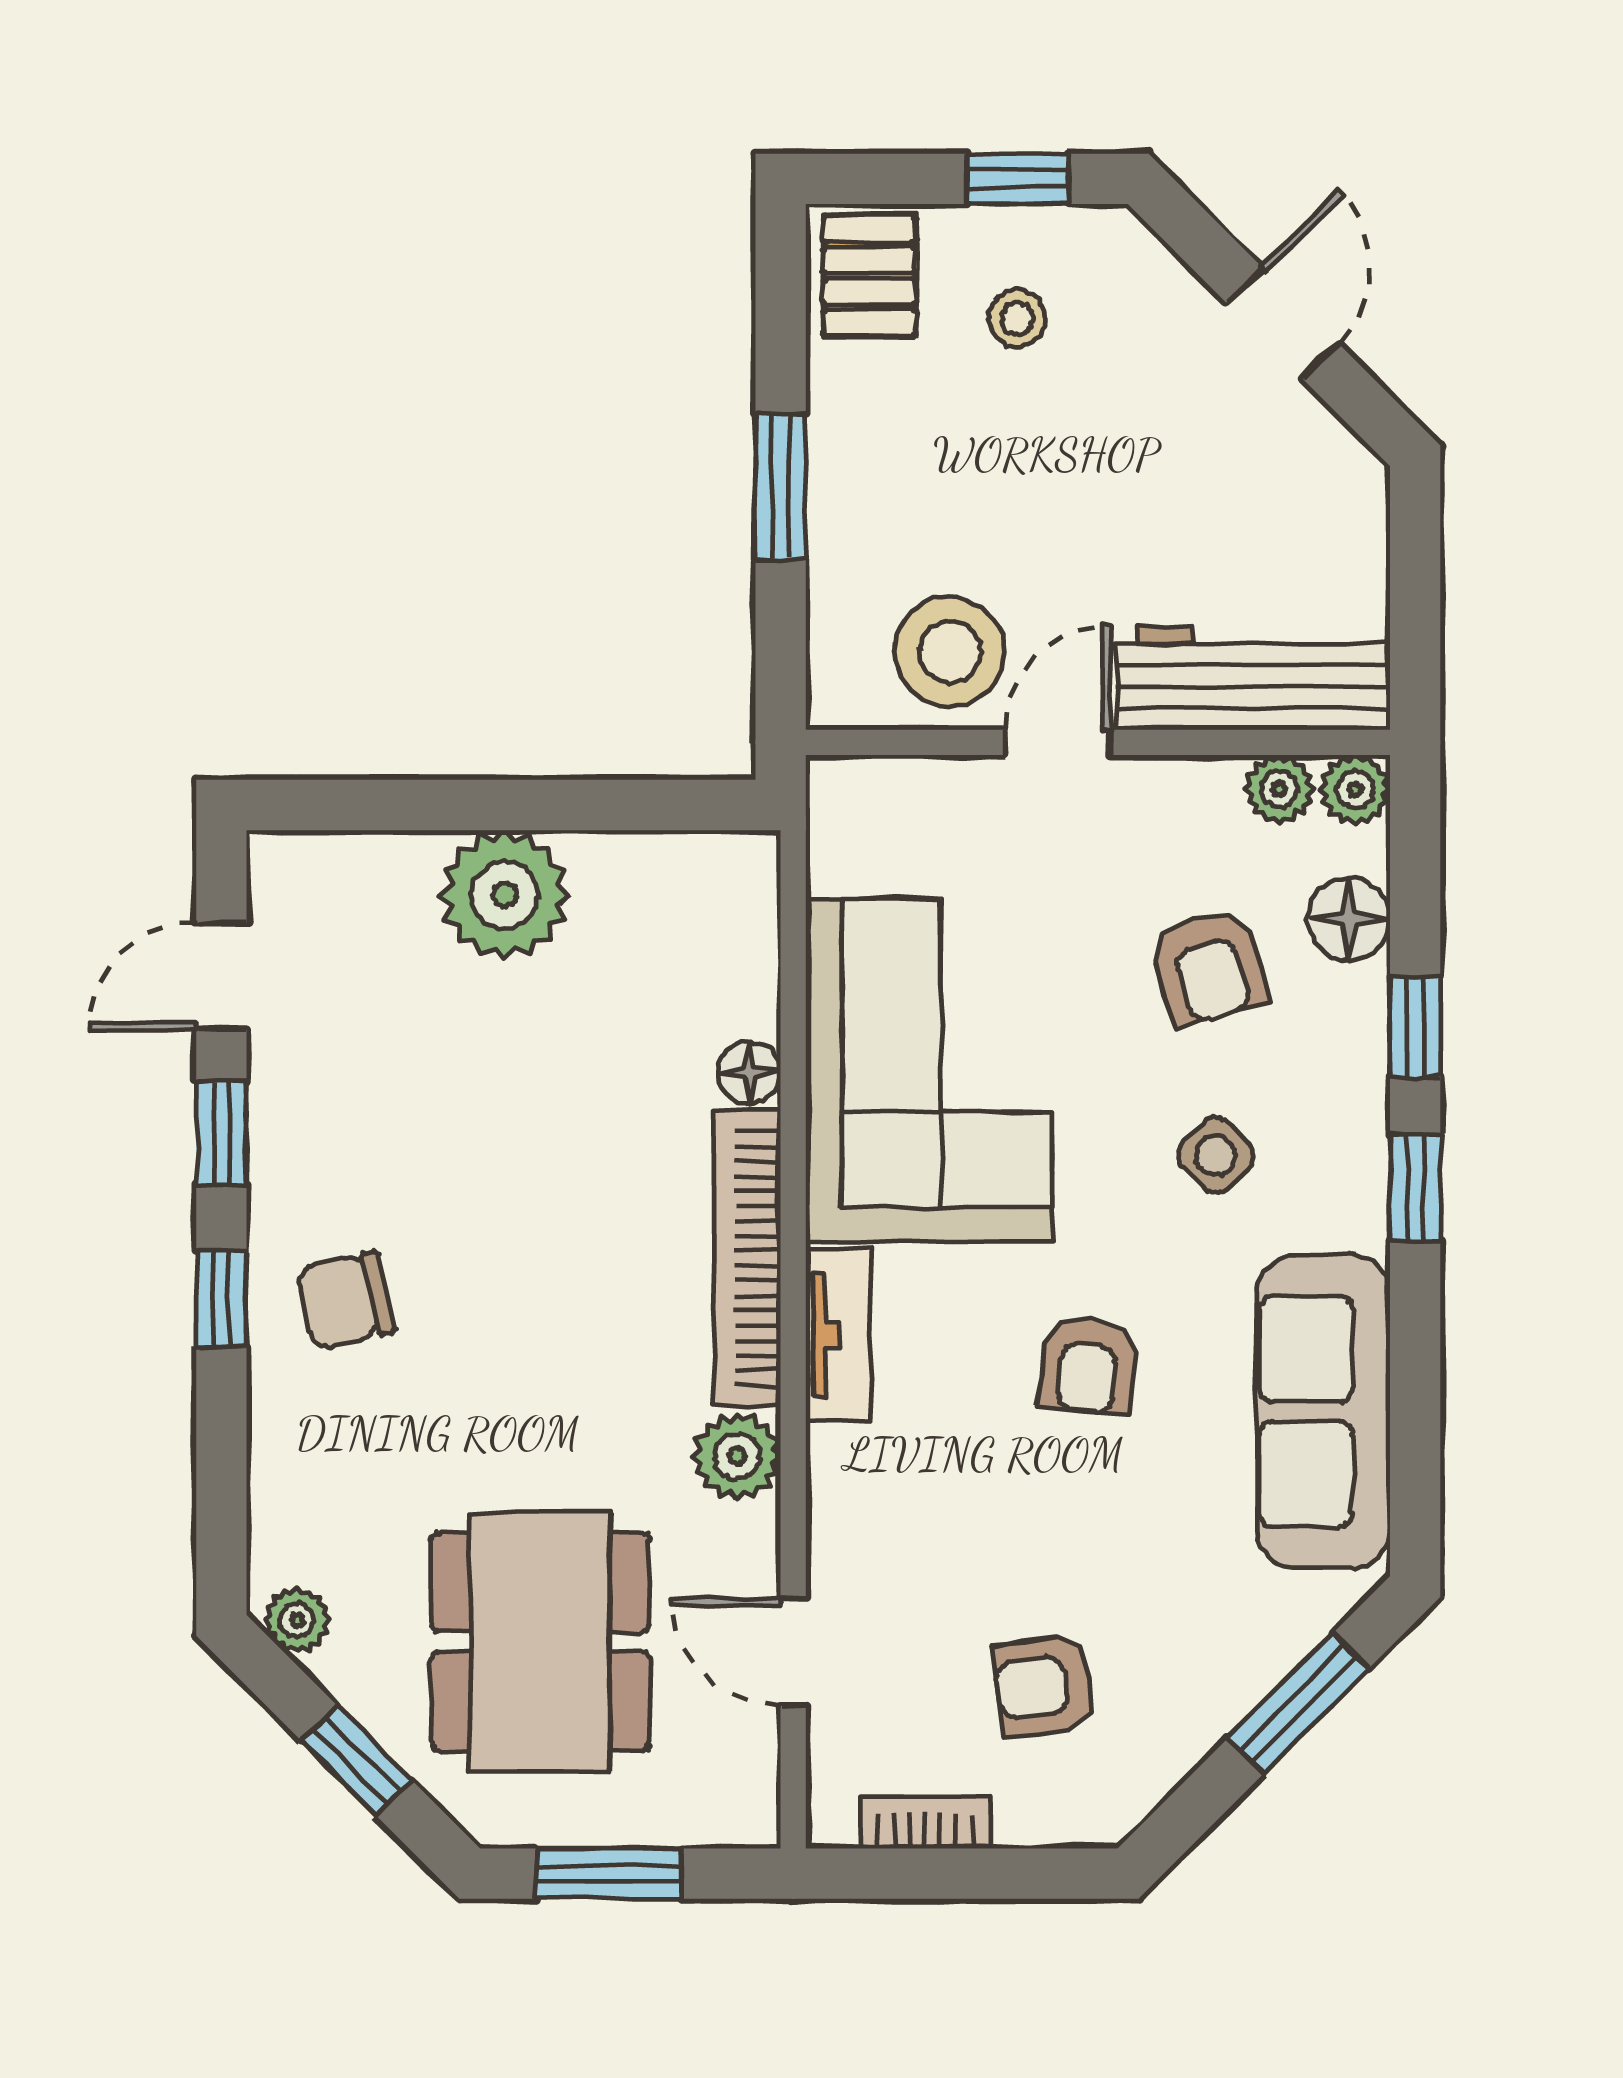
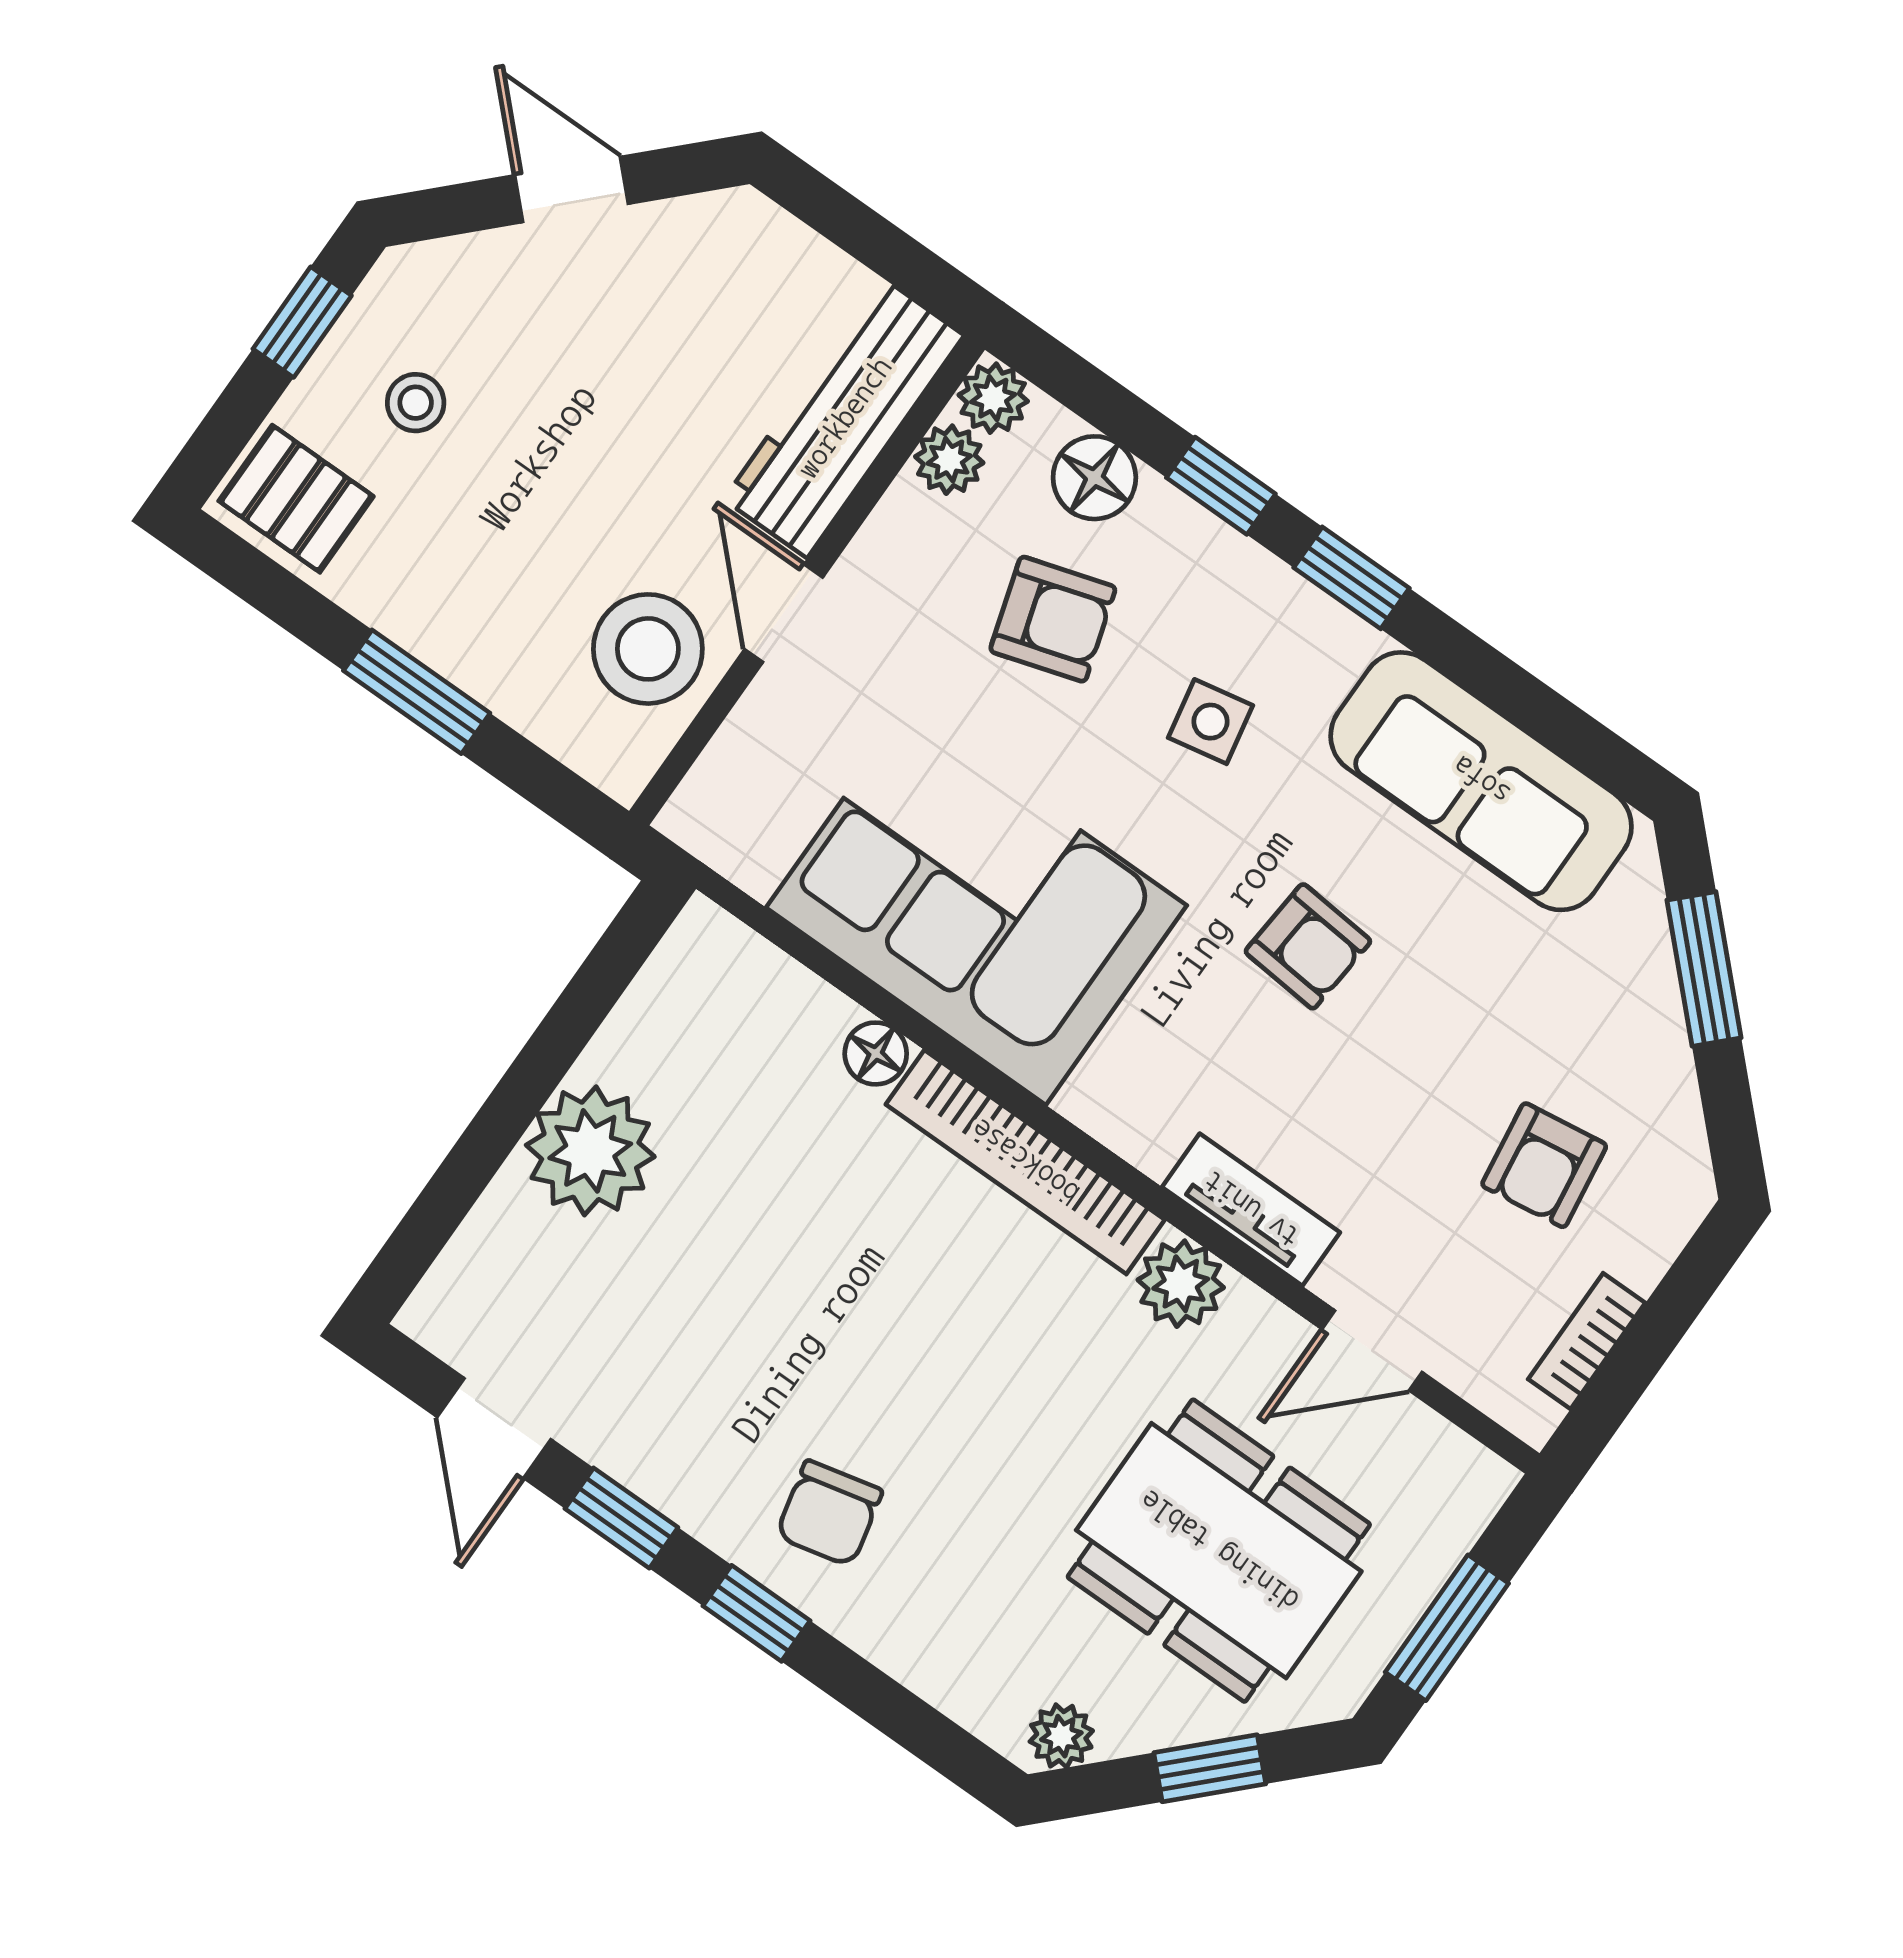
side table: (1216, 1155) -> (1210, 722), turned 33
tv unit: (839, 1335) -> (1251, 1210), moved

